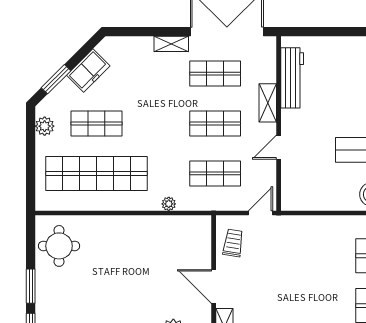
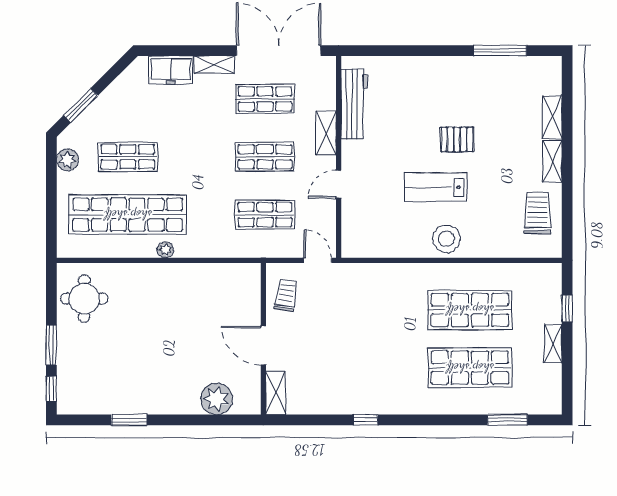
freezer: (88, 71) -> (171, 70), moved, turned 45
plant: (169, 204) -> (165, 250), moved
door: (261, 213) -> (318, 260), hinge flipped

